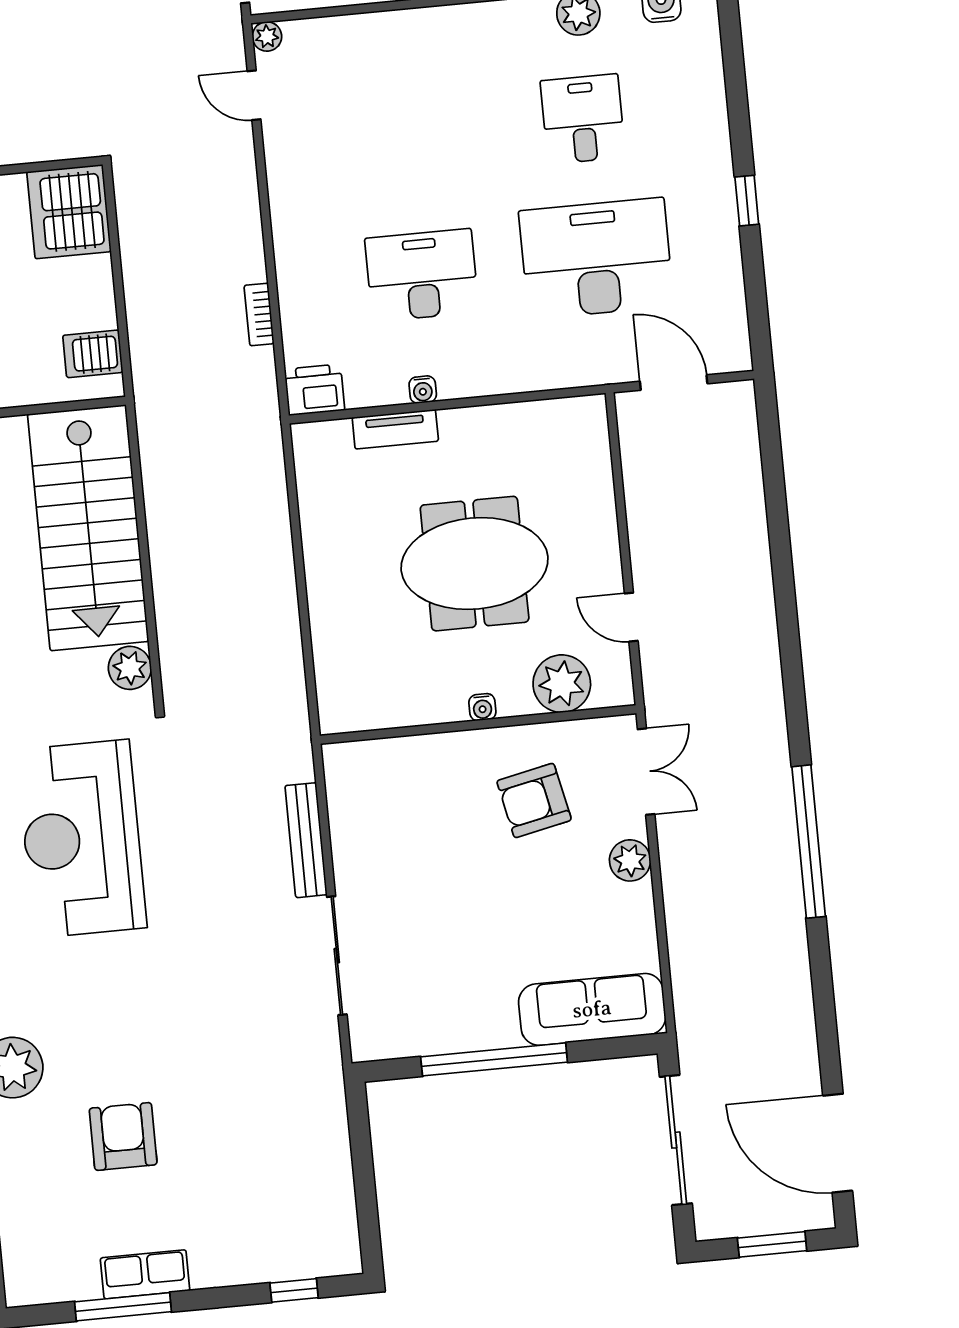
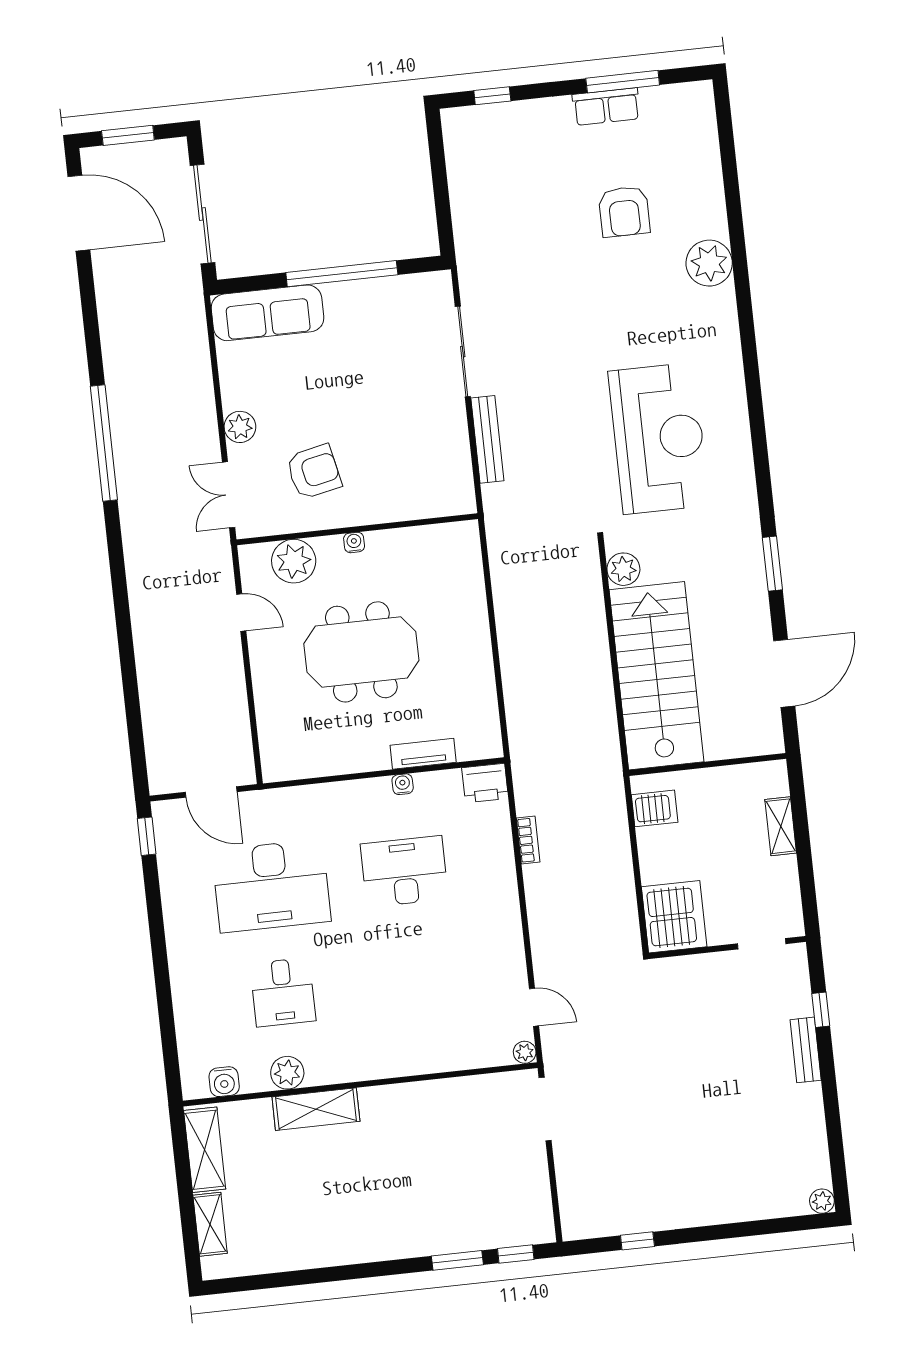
window: (747, 201) -> (147, 836), moved
desk: (422, 275) -> (404, 871), turned 180

